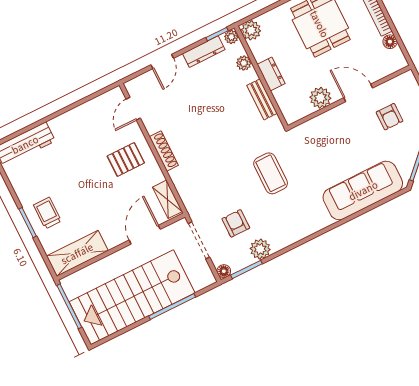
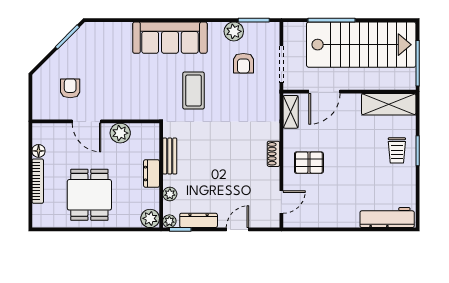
shoe rack: (164, 151) -> (274, 154), width x0.70
sofa: (363, 190) -> (170, 38), moved
floor lamp: (224, 271) -> (273, 28), removed

